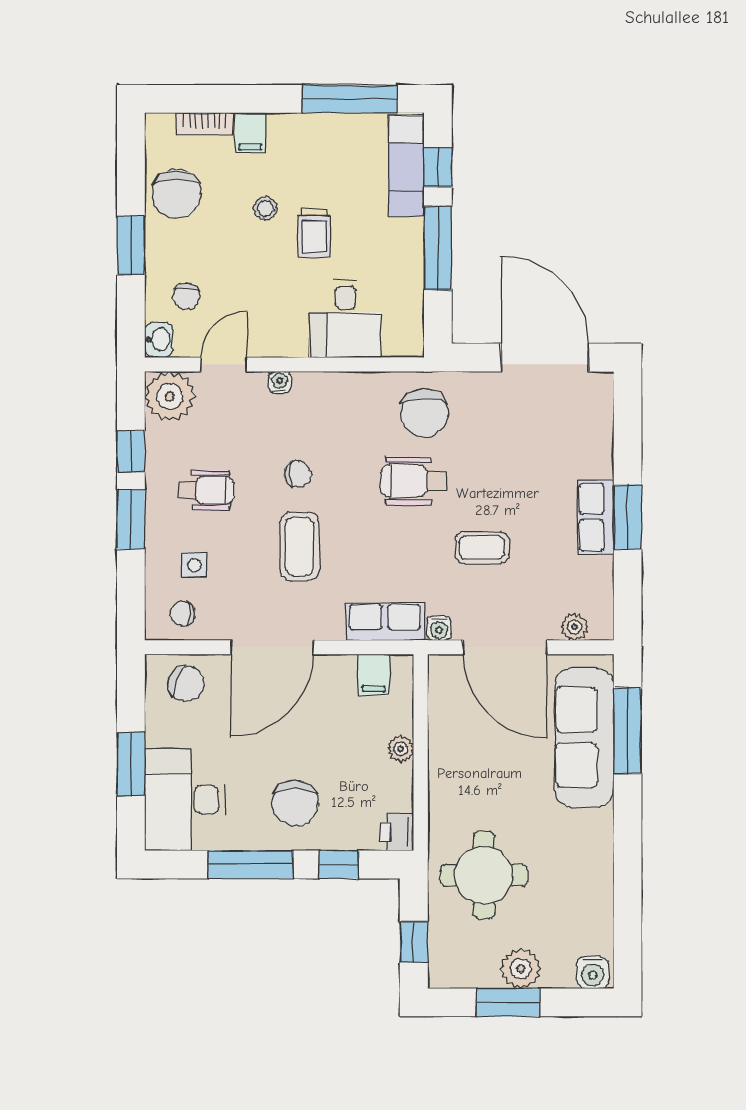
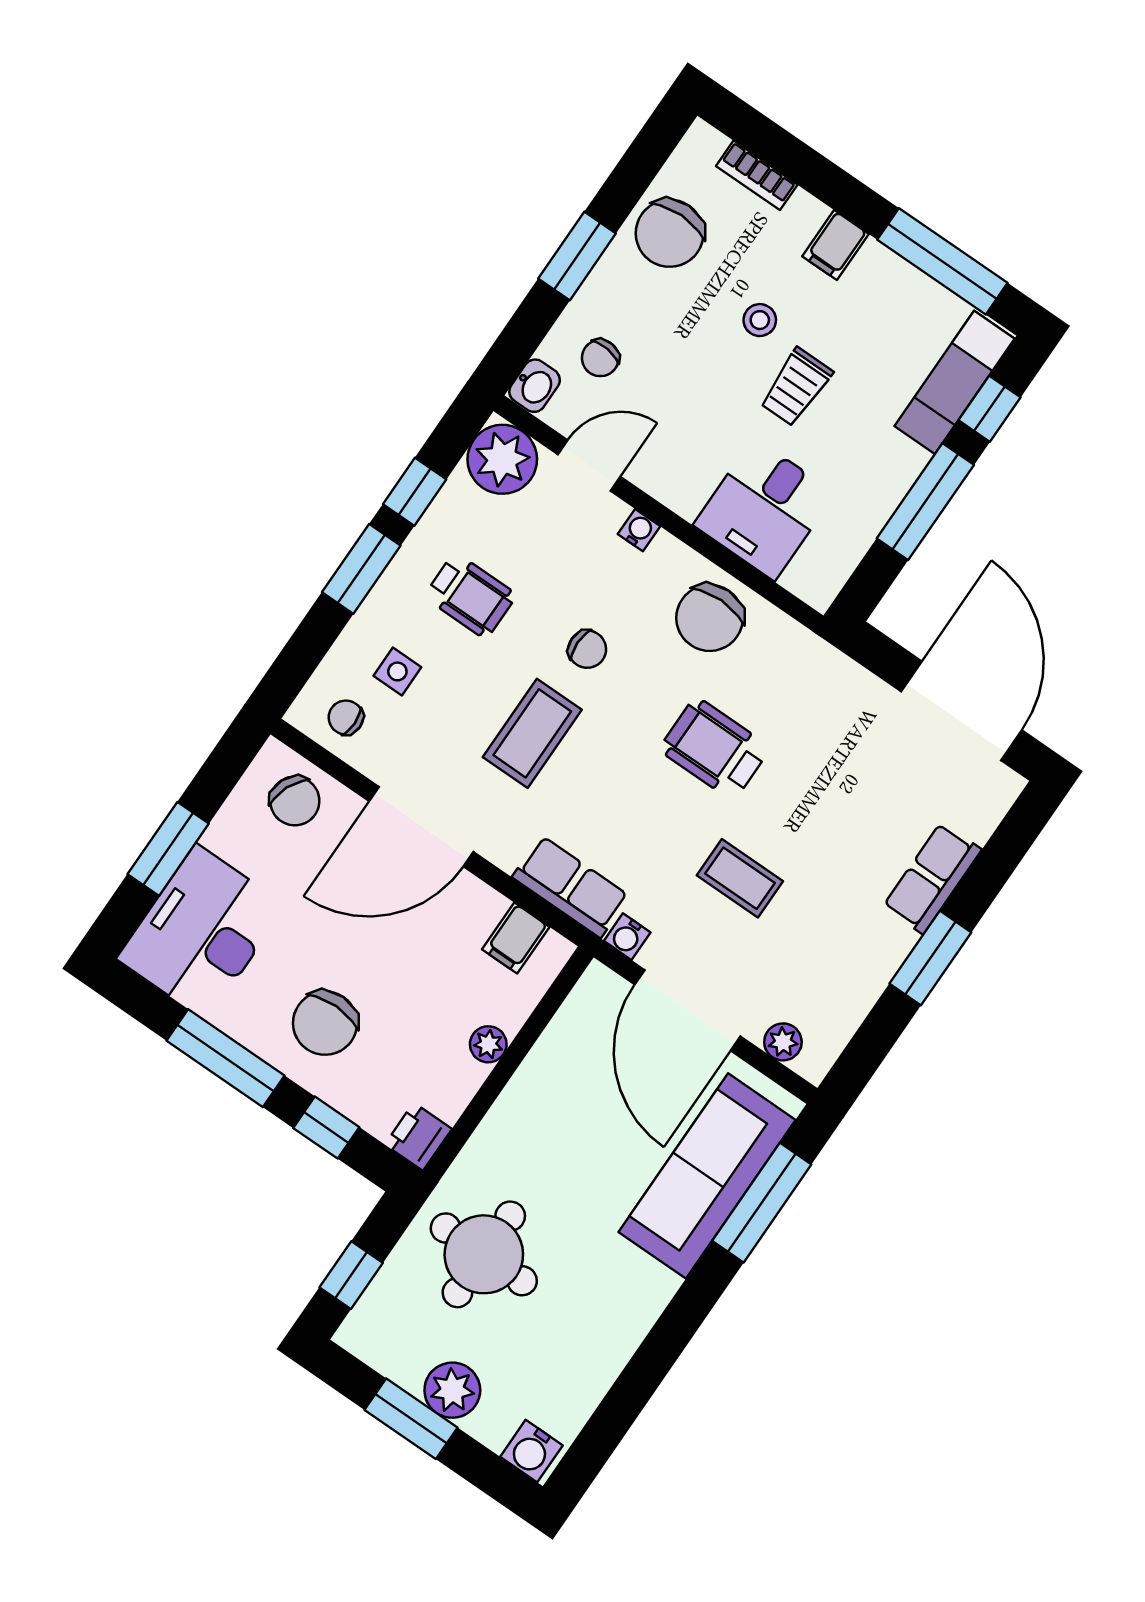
filing cabinet: (250, 133) -> (836, 245), moved
chair: (424, 413) -> (710, 618), moved
row of seats: (596, 517) -> (932, 878), moved

